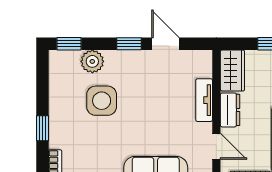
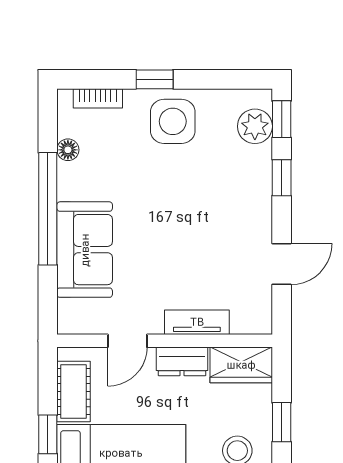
window: (129, 44) -> (282, 178), moved
plant: (92, 61) -> (255, 126), moved
side table: (102, 101) -> (173, 121), moved

